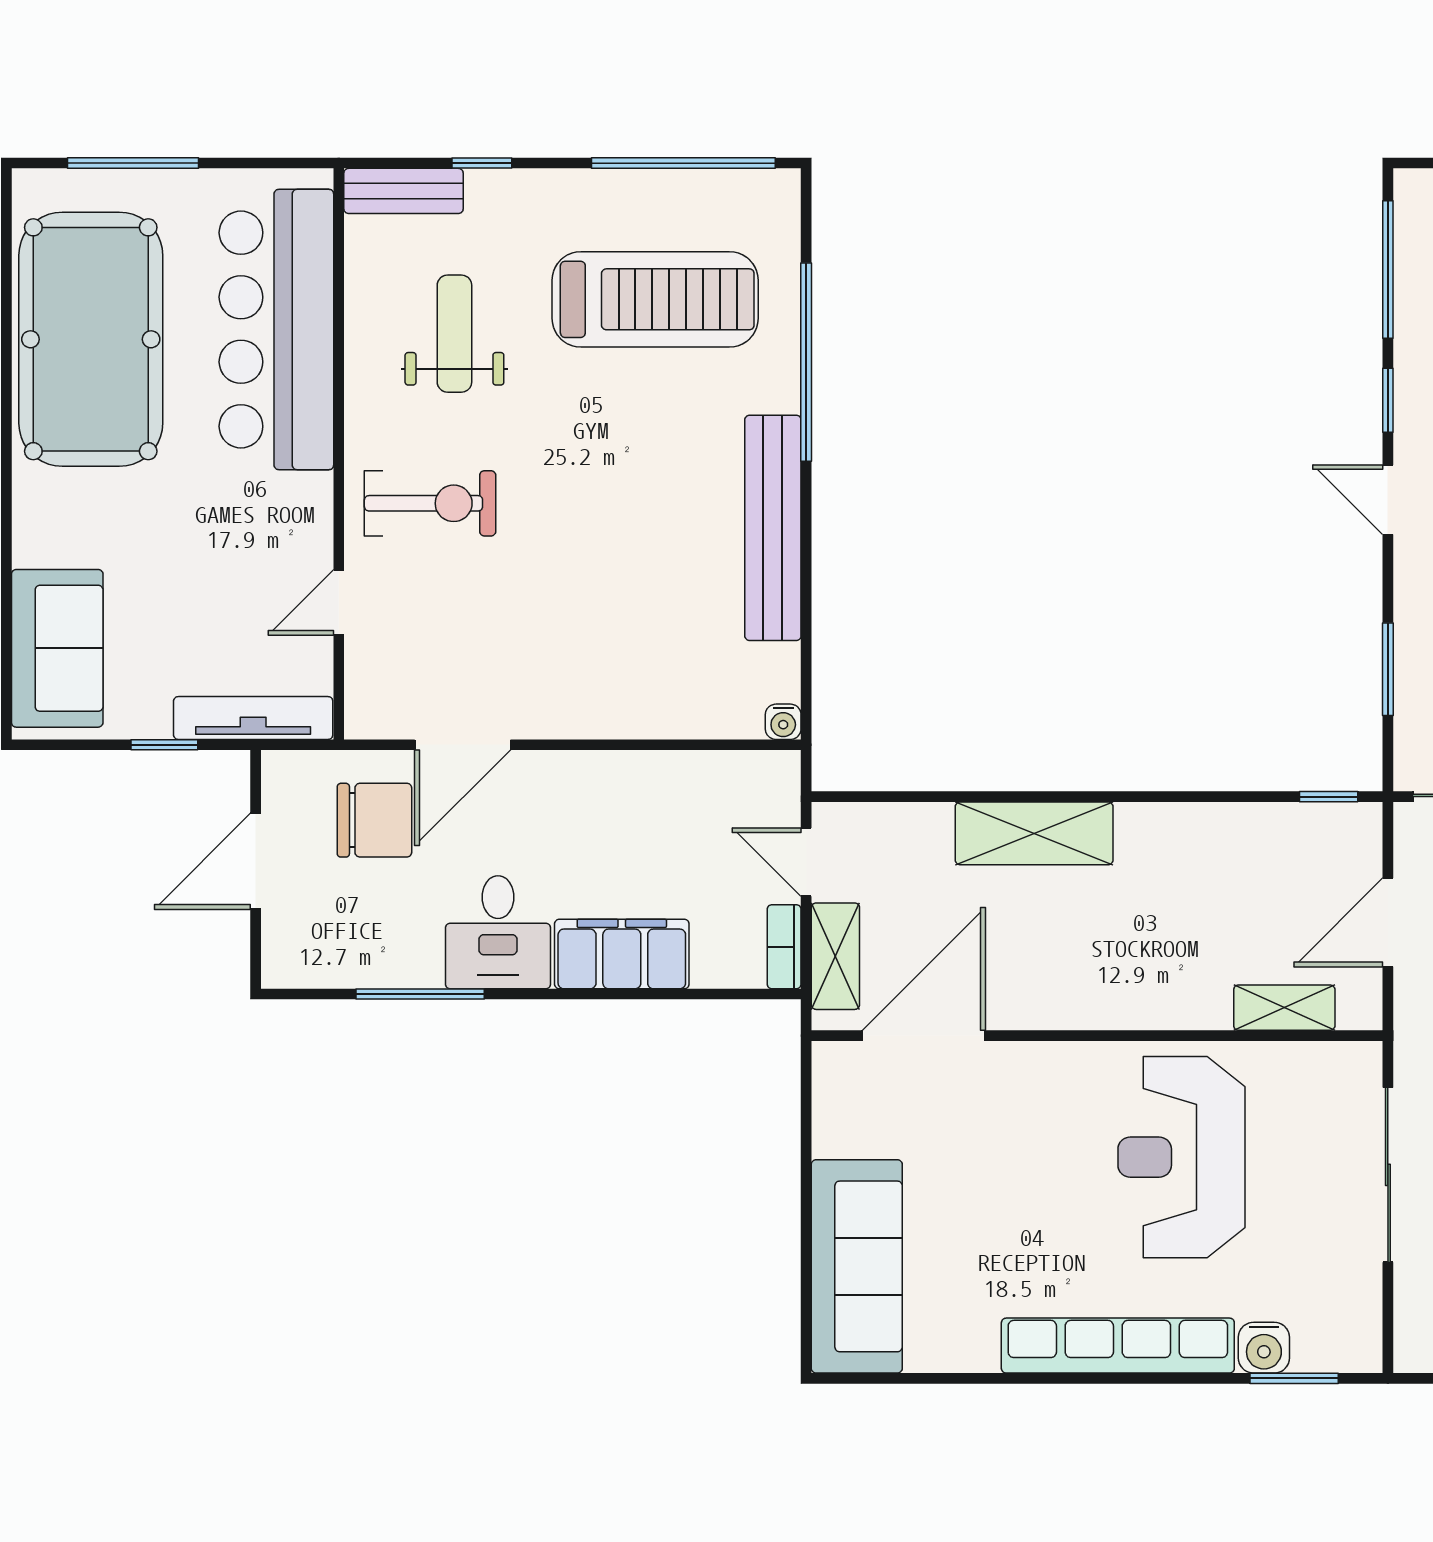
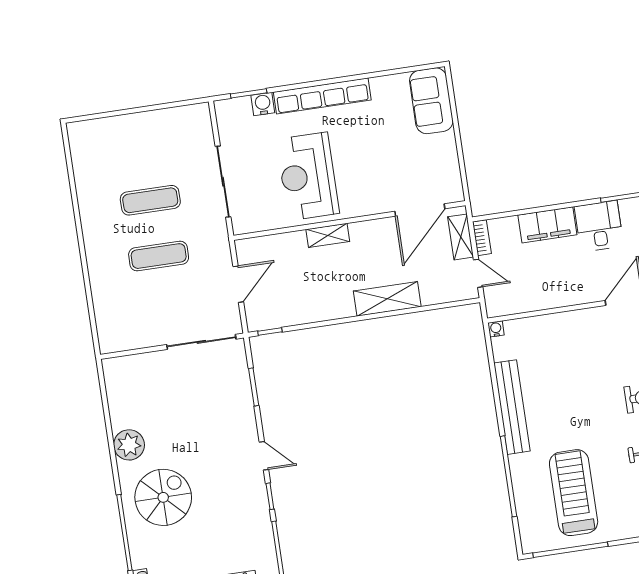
treadmill: (655, 299) -> (574, 493), turned 90
shelving: (1284, 1008) -> (328, 235), moved
reception desk: (1181, 1157) -> (308, 176), turned 180
sofa: (857, 1266) -> (431, 101), width x0.73

